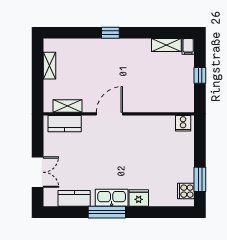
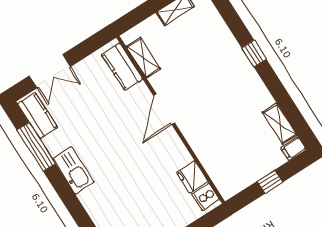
door: (109, 114) -> (164, 109), swing flipped
kitchen counter: (74, 198) -> (38, 116), moved
fridge: (139, 198) -> (192, 177), moved, turned 180
window: (107, 212) -> (36, 147), moved

